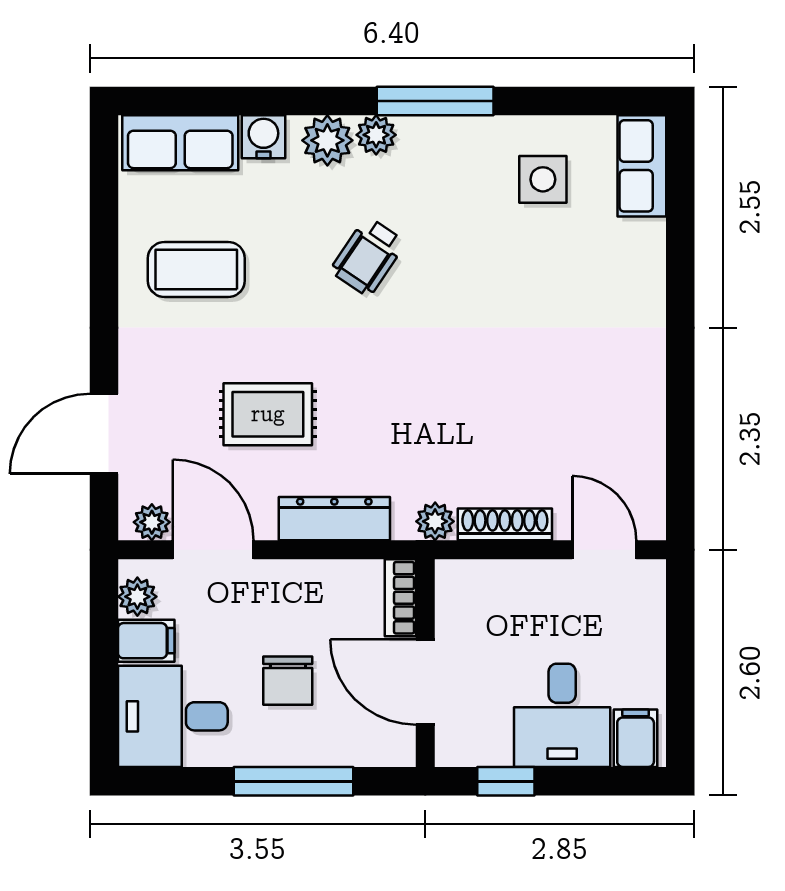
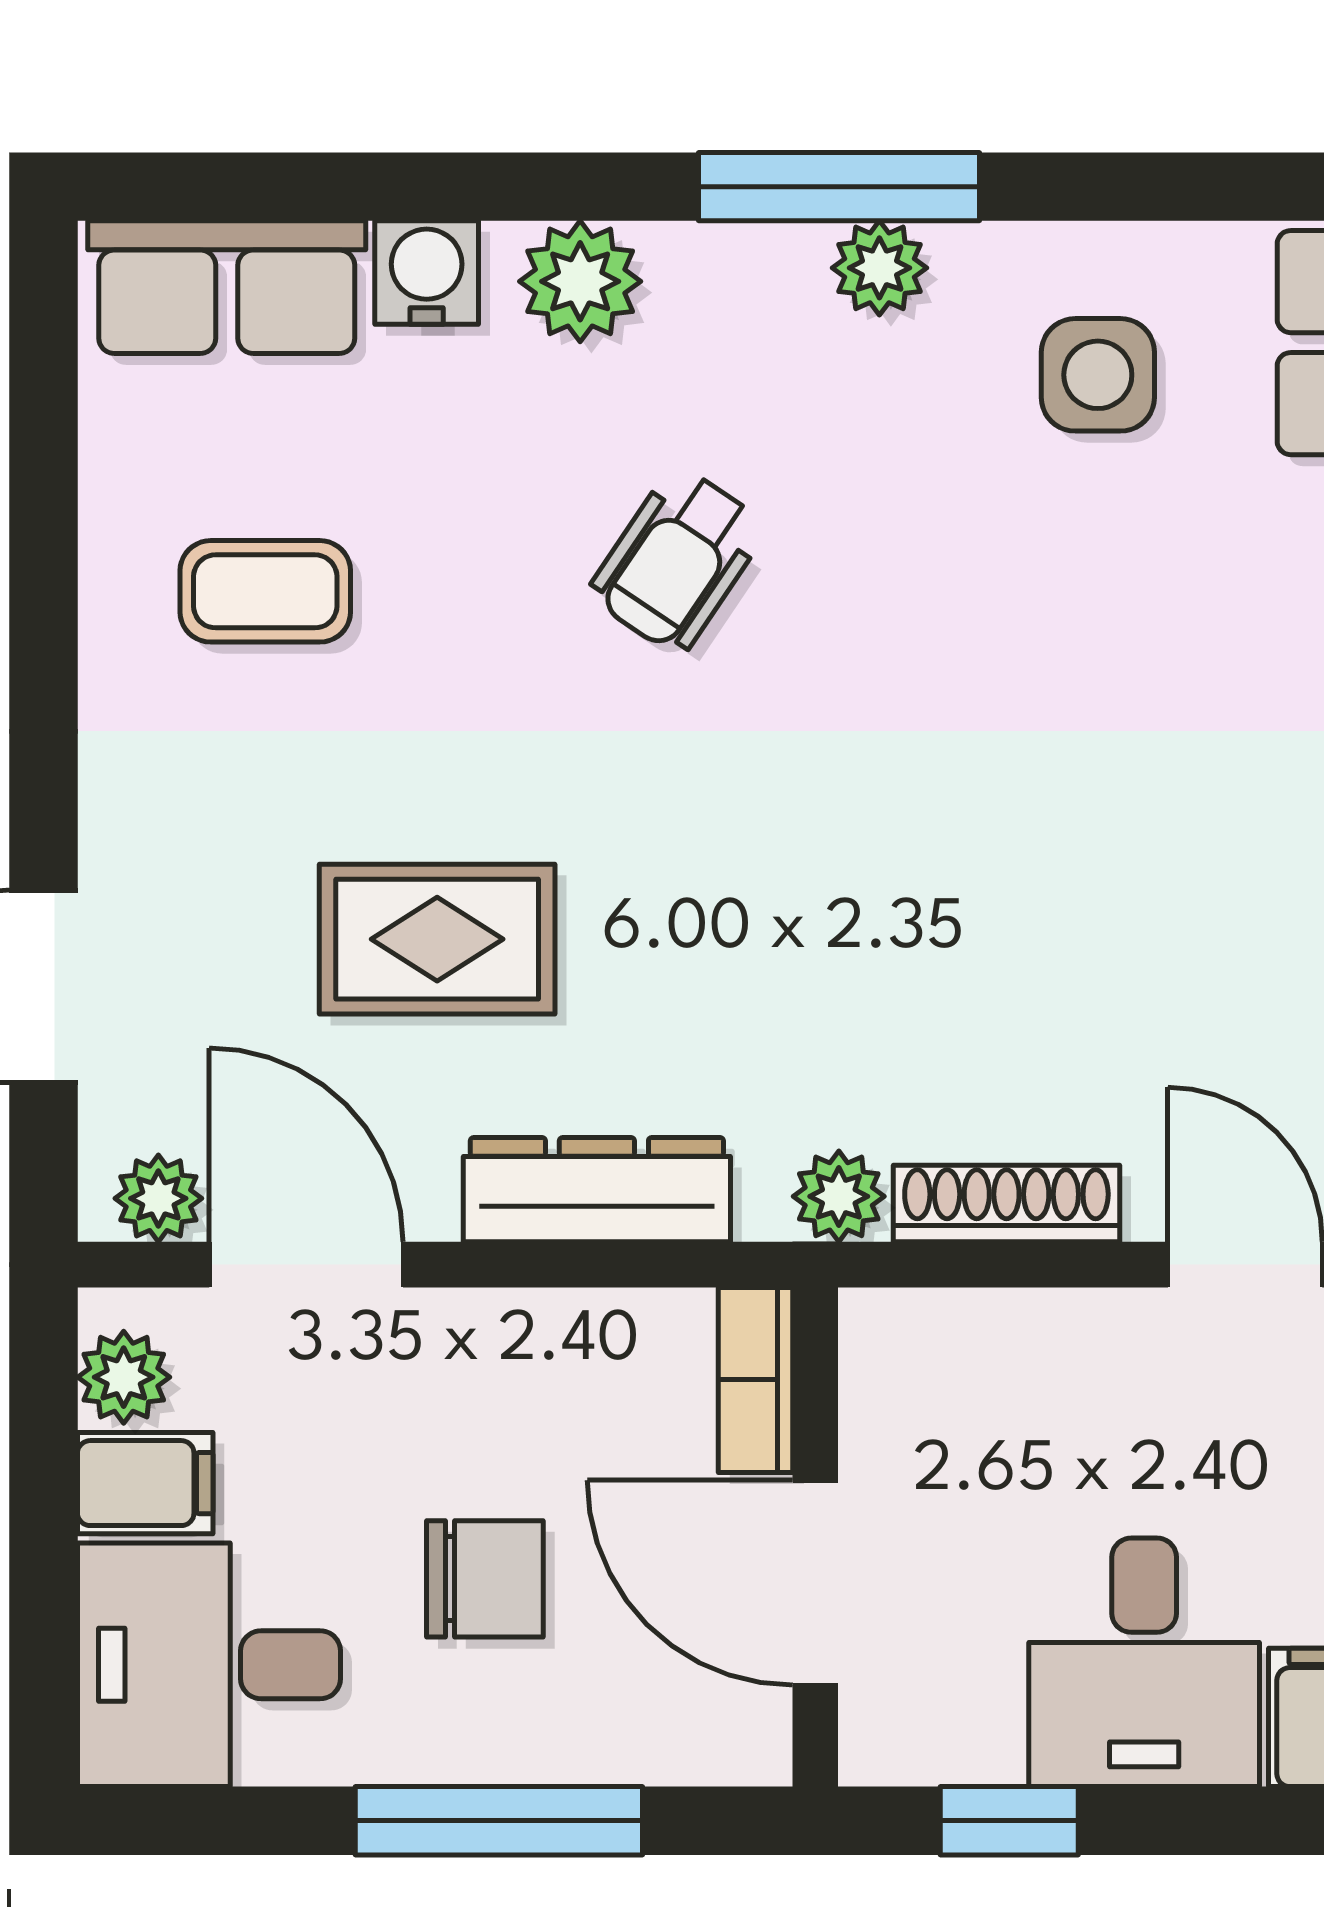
plant: (376, 135) -> (879, 268), moved
coffee table: (196, 269) -> (265, 591), width x0.73, depth x0.77
chair: (288, 681) -> (485, 1579), turned -90

